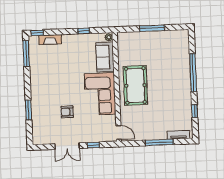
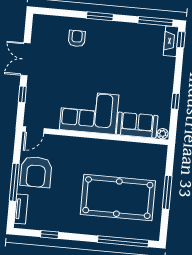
fireplace: (50, 40) -> (171, 41), moved
window: (193, 73) -> (123, 241), moved
pool table: (135, 85) -> (118, 198), moved, width x1.36, depth x1.32
window: (29, 110) -> (100, 16), moved
armchair: (67, 112) -> (77, 39), moved
armchair: (149, 127) -> (36, 172), added

